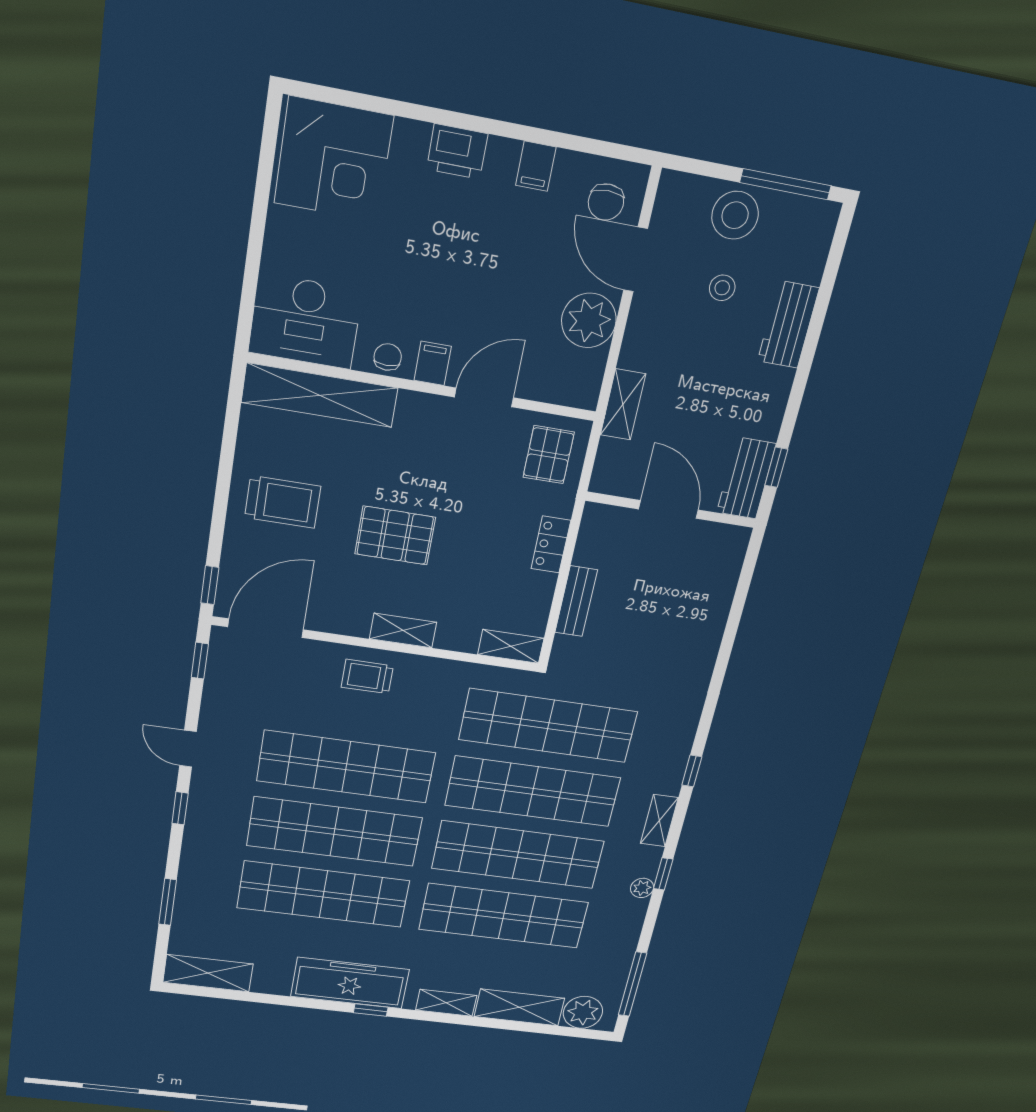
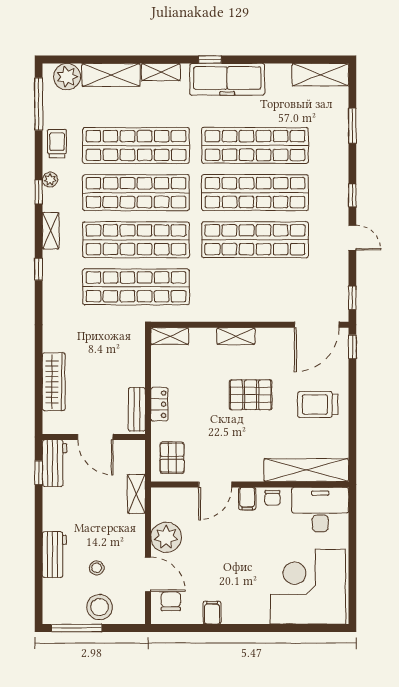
printer: (457, 152) -> (255, 612), removed
corner desk: (334, 159) -> (308, 587), width x1.36, depth x1.36
bench: (576, 601) -> (137, 409), moved
wardrobe: (713, 606) -> (54, 382), added
trolley: (367, 677) -> (57, 144), moved, turned -90

